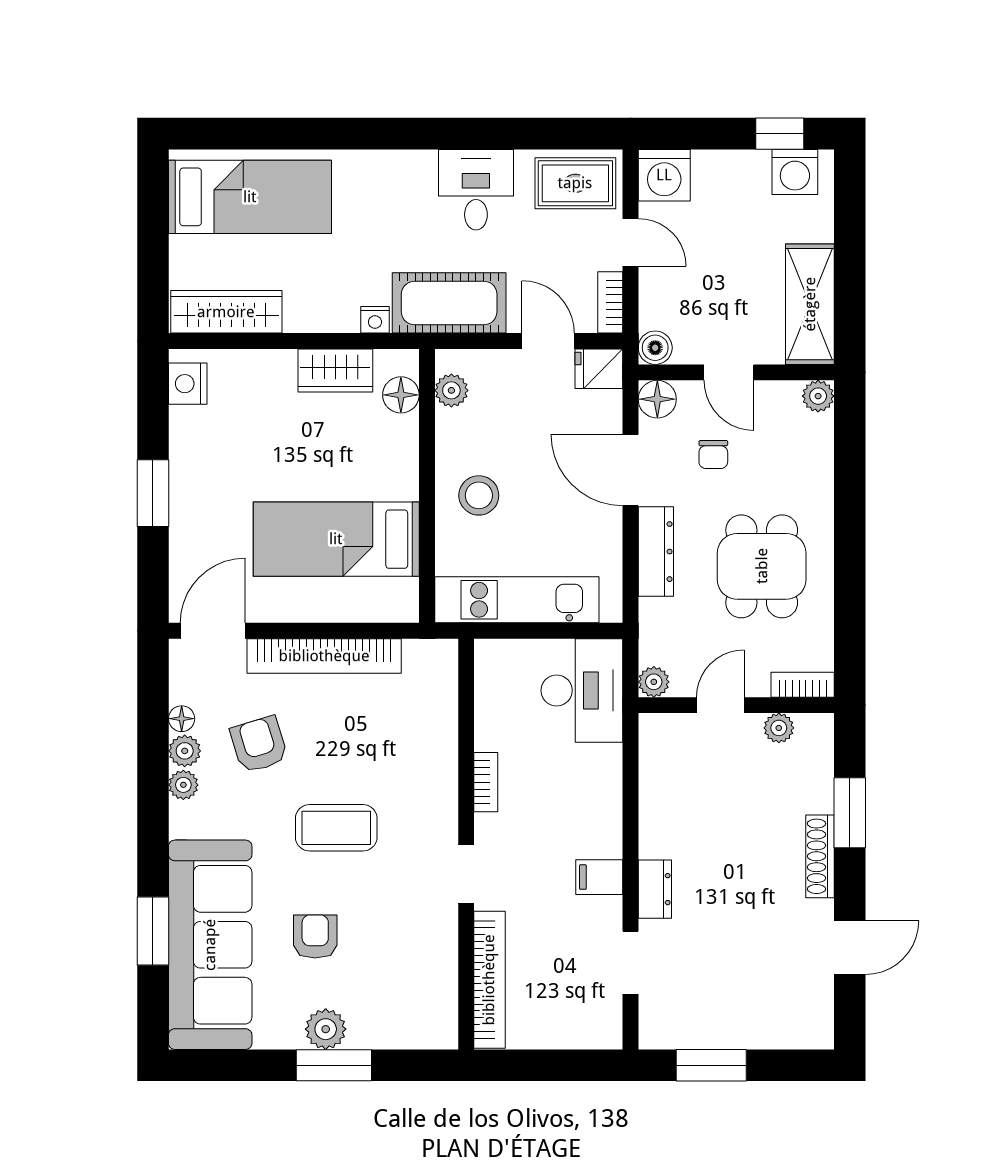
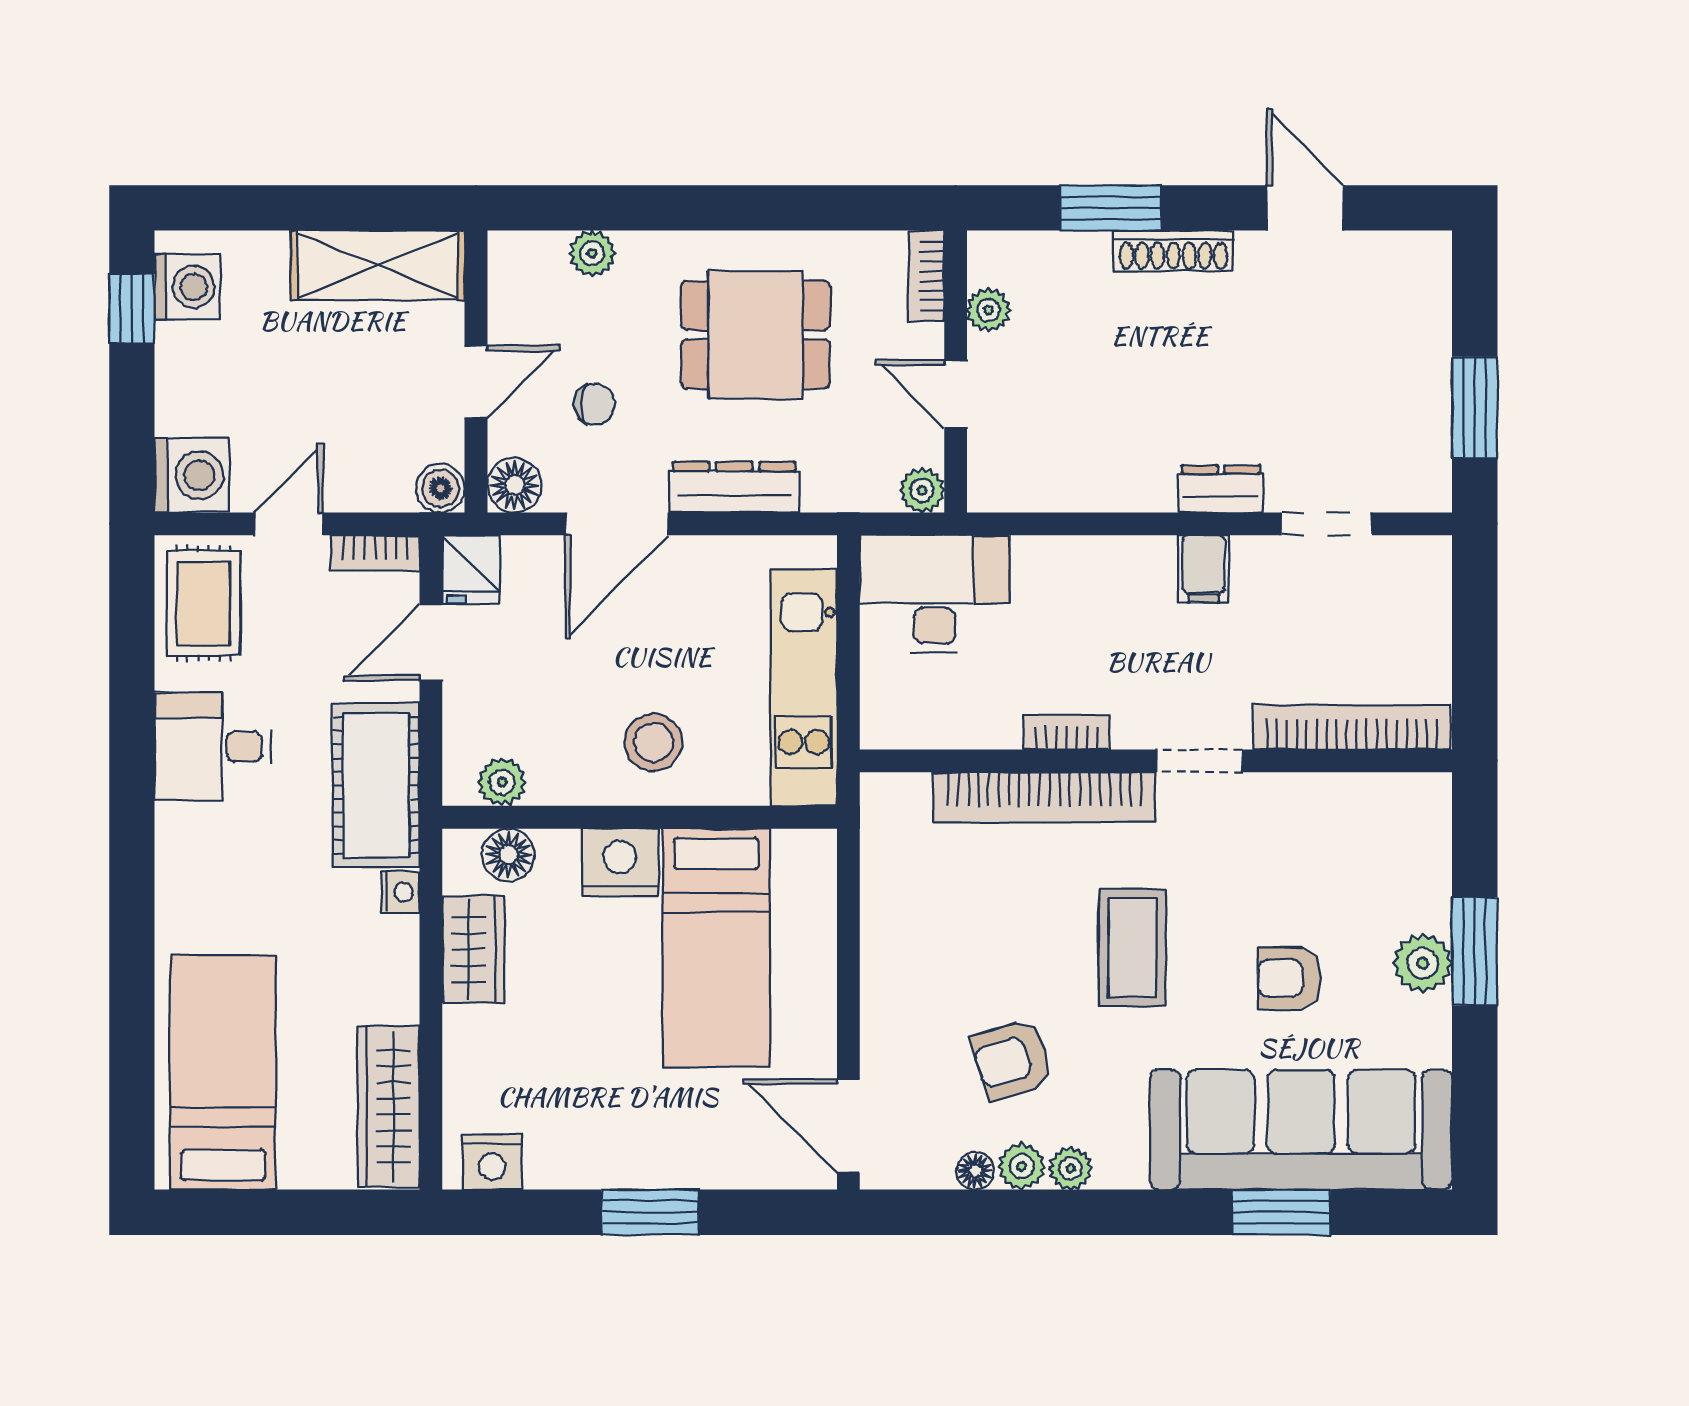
plant: (818, 396) -> (592, 253), moved
nightstand: (395, 472) -> (620, 863), added
bookcase: (324, 656) -> (1044, 797), moved, turned 90

